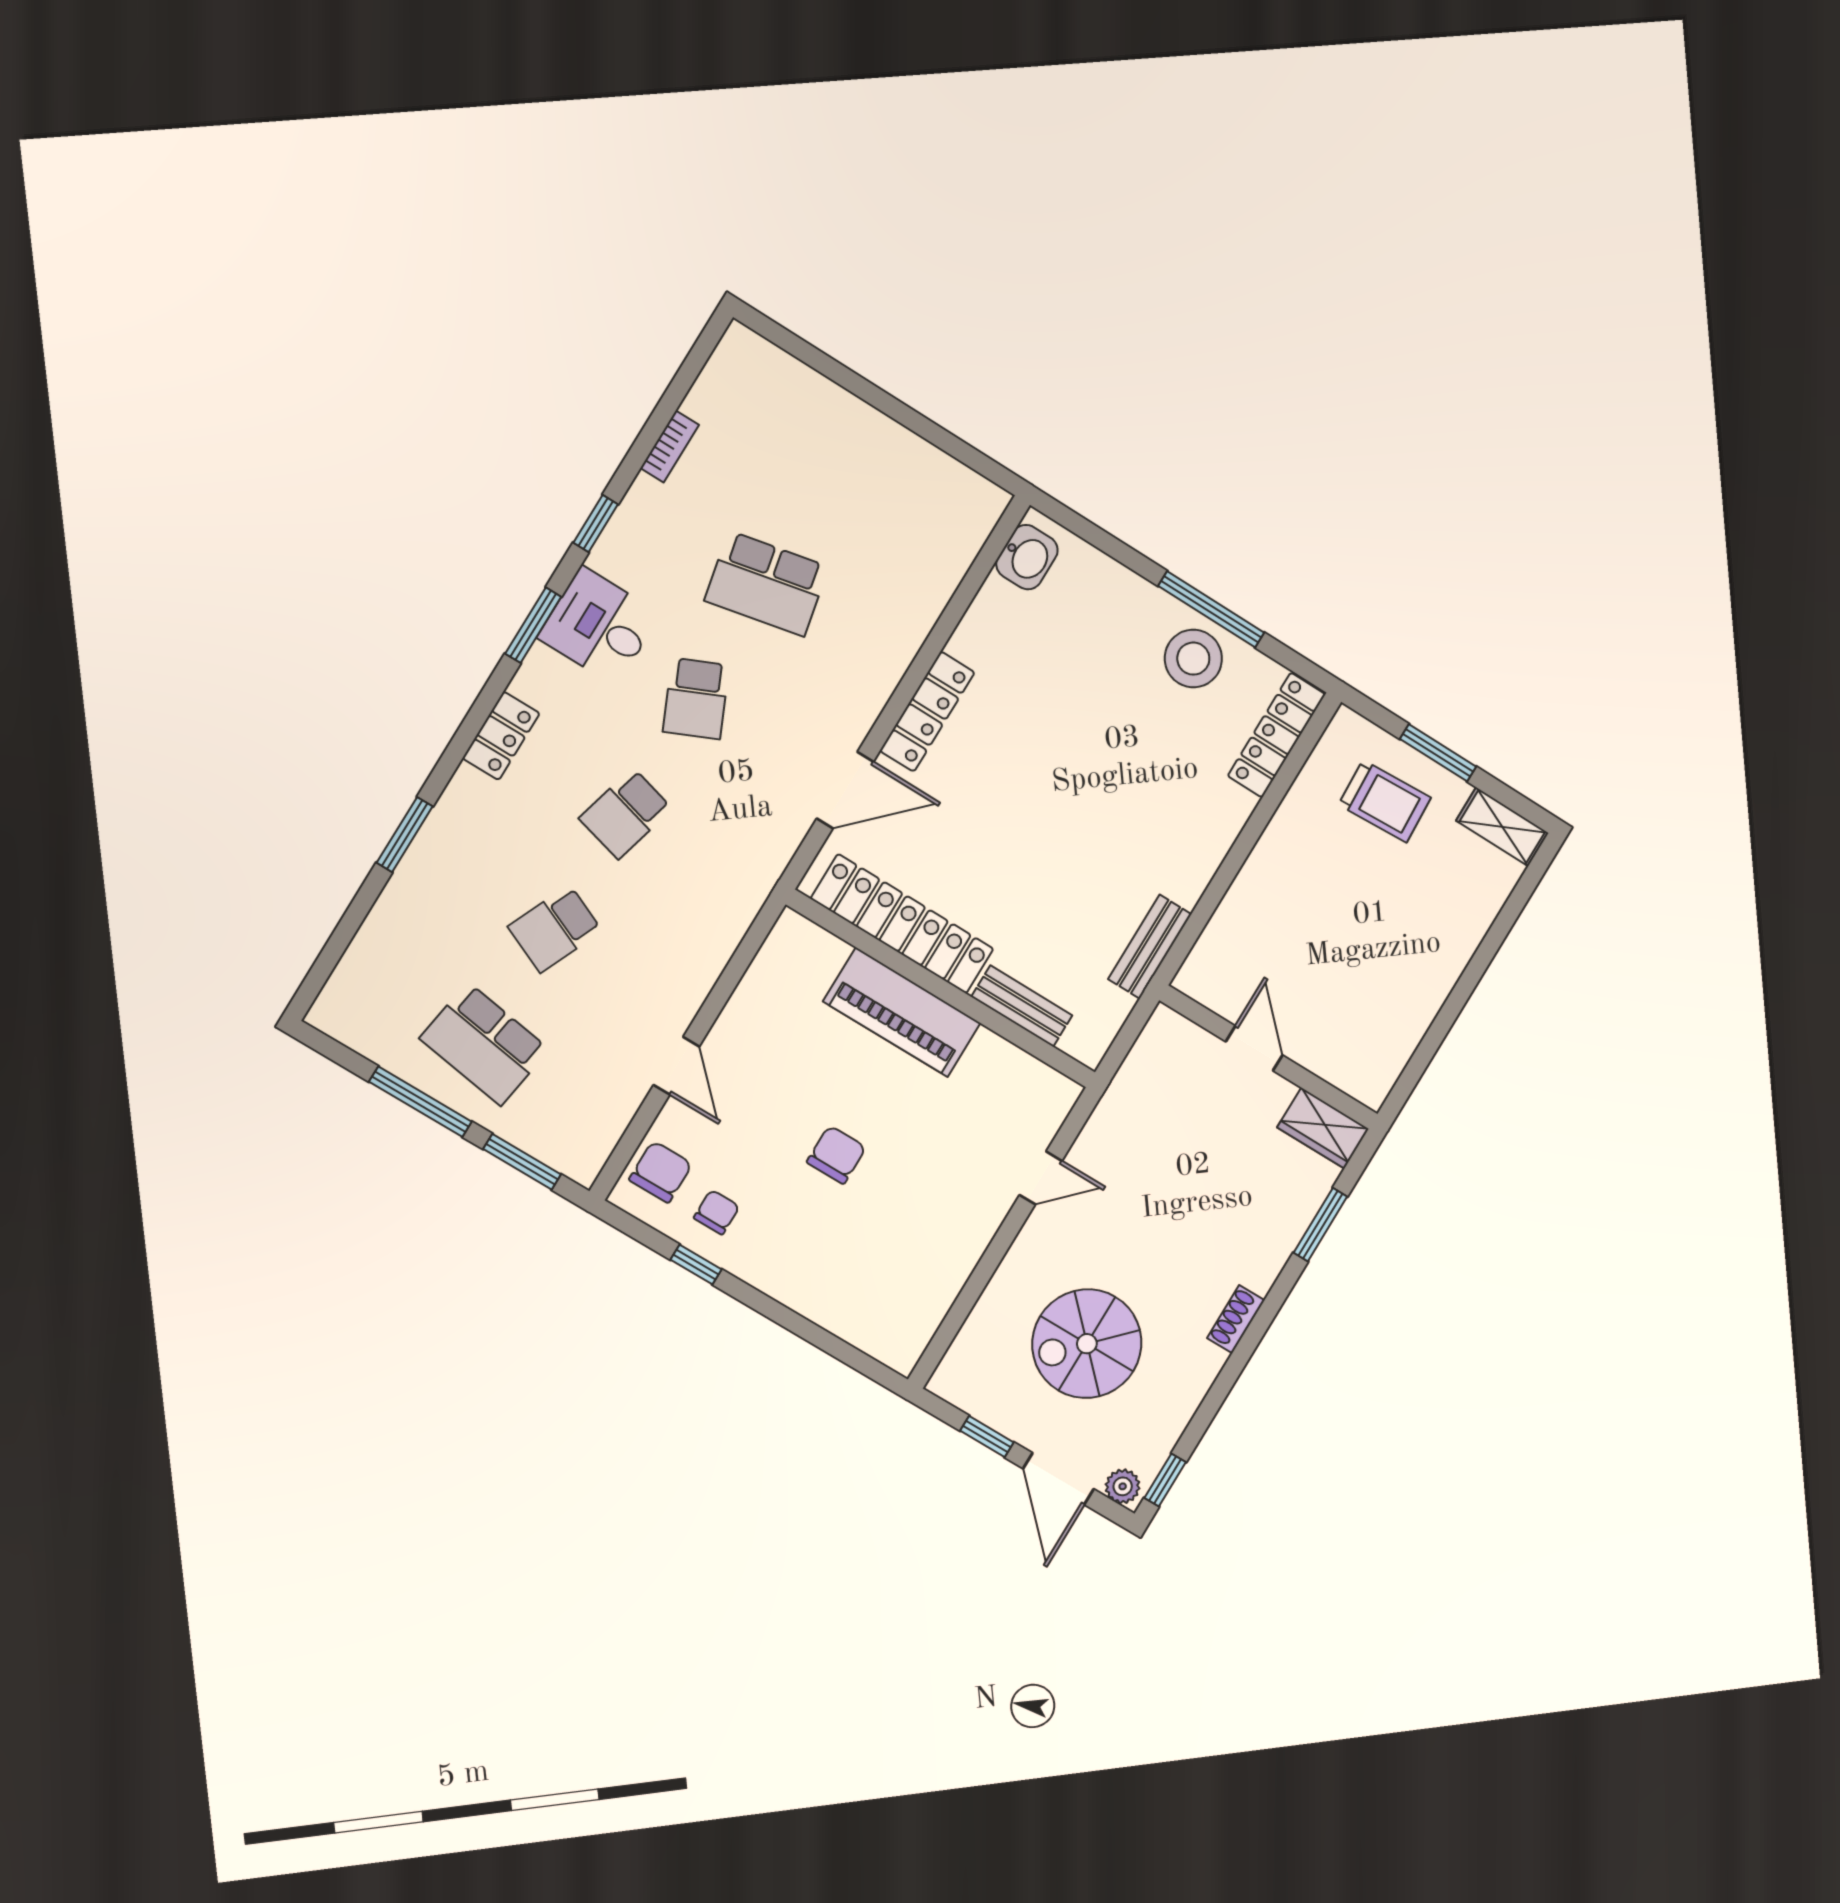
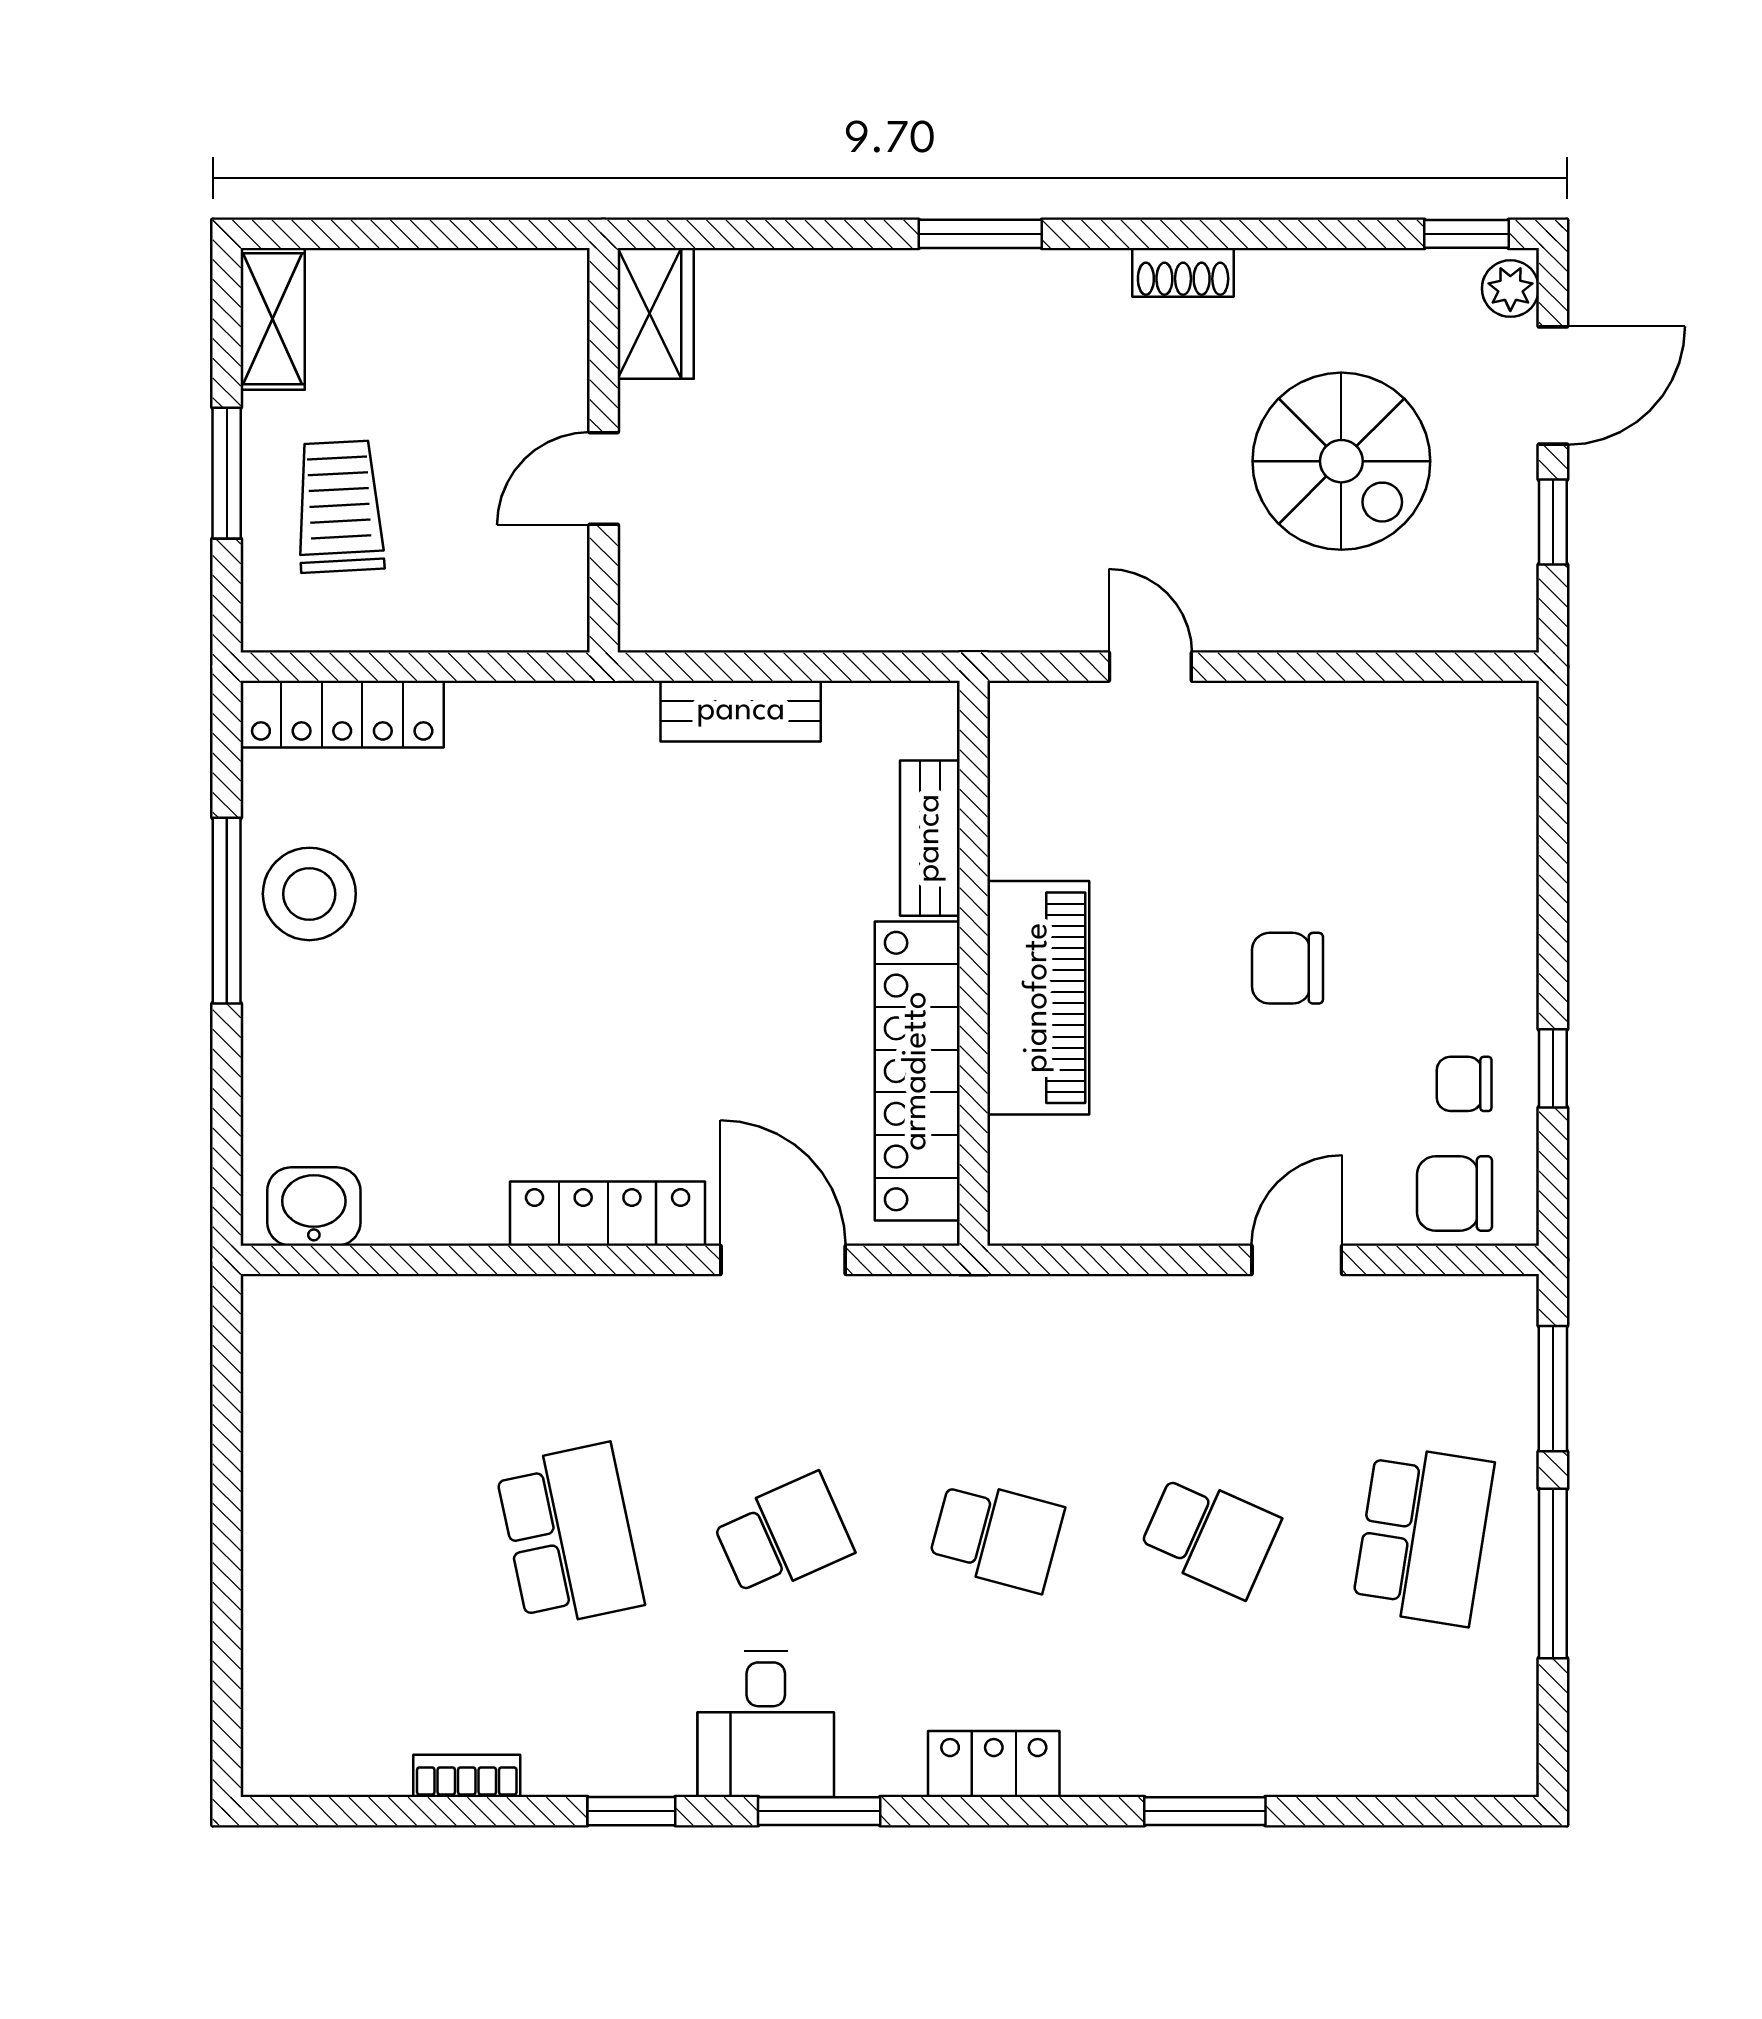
door: (1254, 1048) -> (604, 479), moved
wall: (1269, 1057) -> (604, 450), moved
wardrobe: (1323, 1128) -> (656, 313), moved

